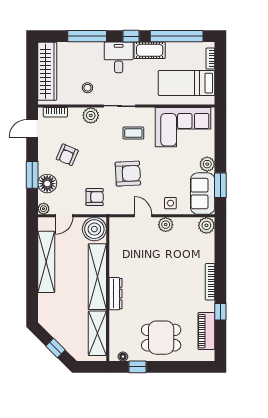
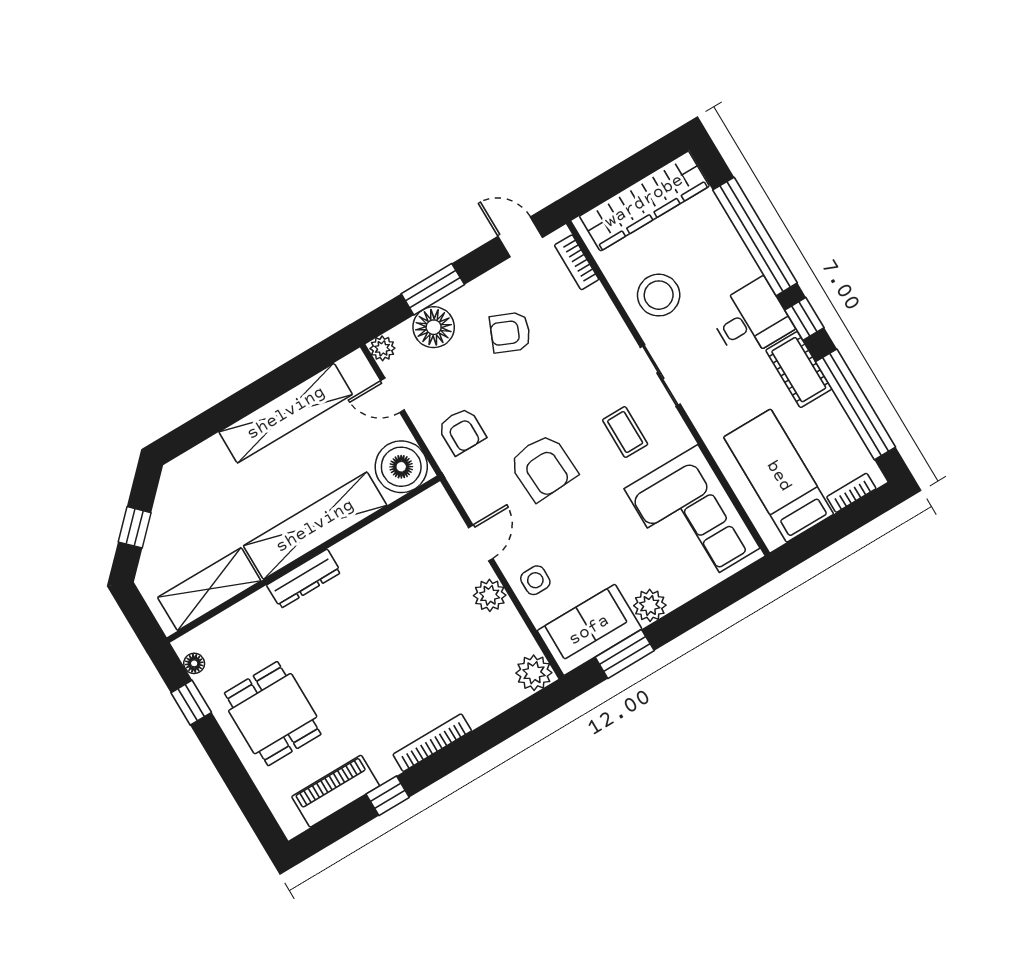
window: (87, 36) -> (755, 236), width x1.46
stool: (87, 88) -> (659, 295), width x1.89, depth x1.89
plant: (91, 115) -> (610, 332), removed

